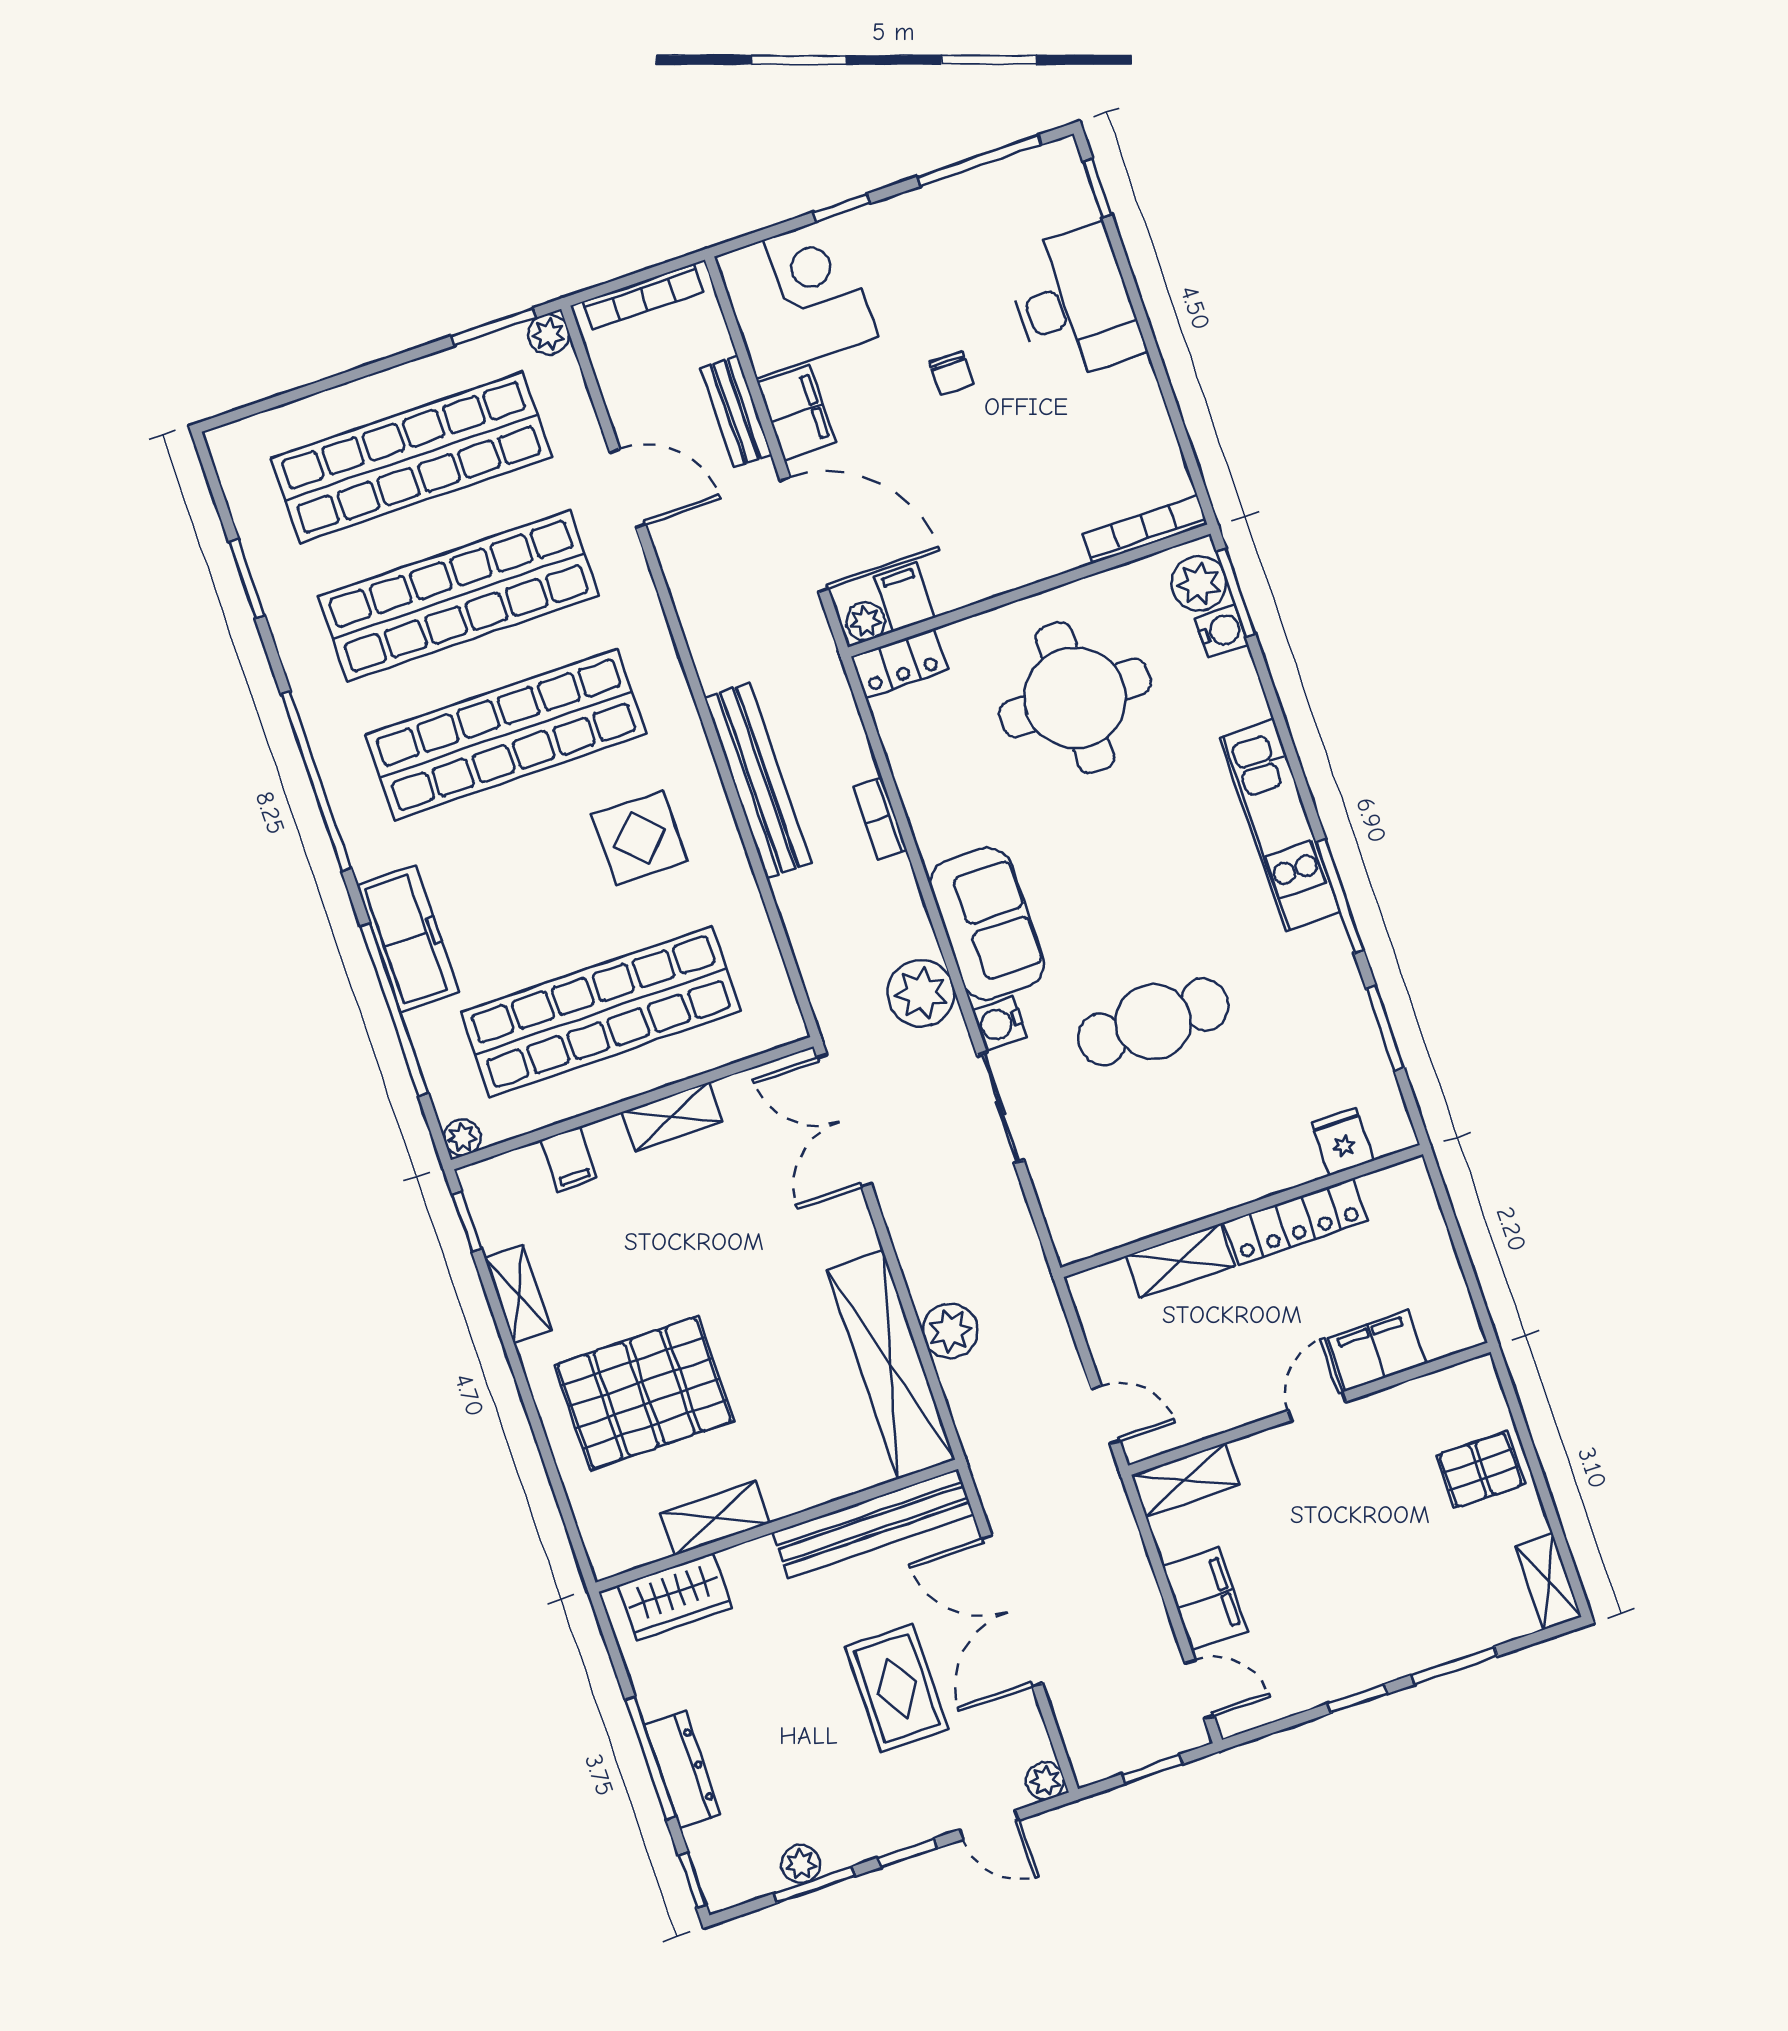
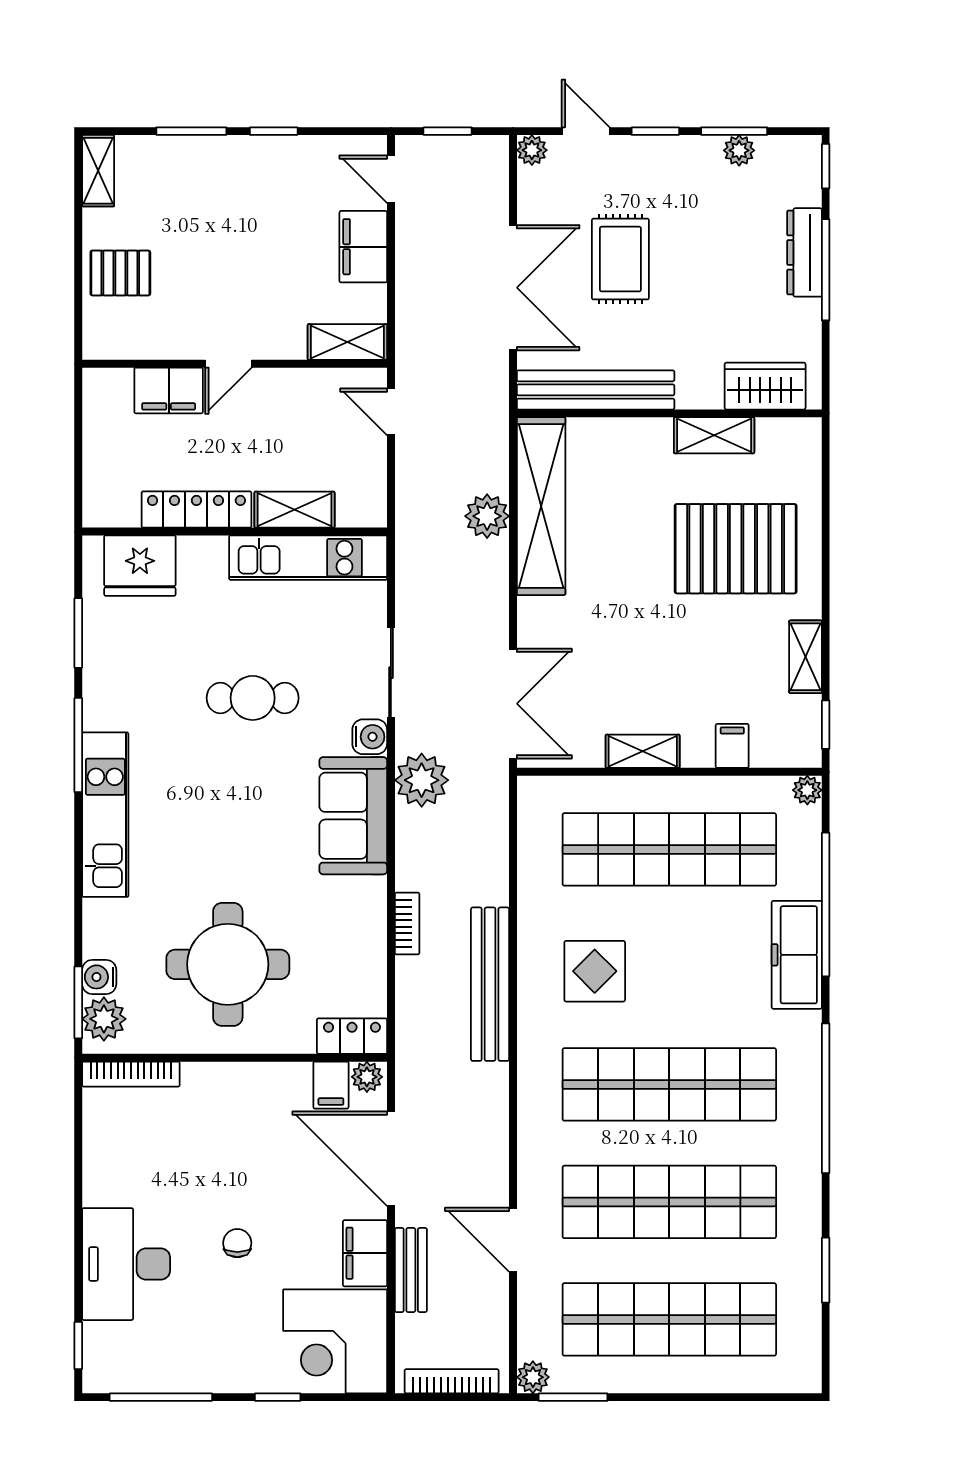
cafe table: (1153, 1022) -> (253, 698), width x0.73, depth x0.74
fridge: (1343, 1142) -> (140, 566), width x1.88, depth x1.34
kitchen unit: (1145, 1210) -> (308, 558), added

